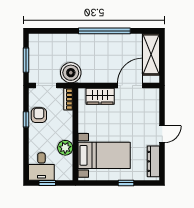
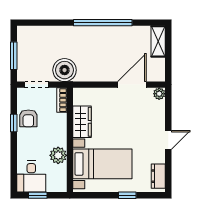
shelving: (151, 54) -> (158, 41), width x0.67, depth x0.75
plant: (154, 93) -> (159, 94), added
wardrobe: (100, 96) -> (82, 122), moved, turned -90
armchair: (39, 115) -> (28, 118), turned 180
dresser: (153, 161) -> (158, 176), width x0.70

